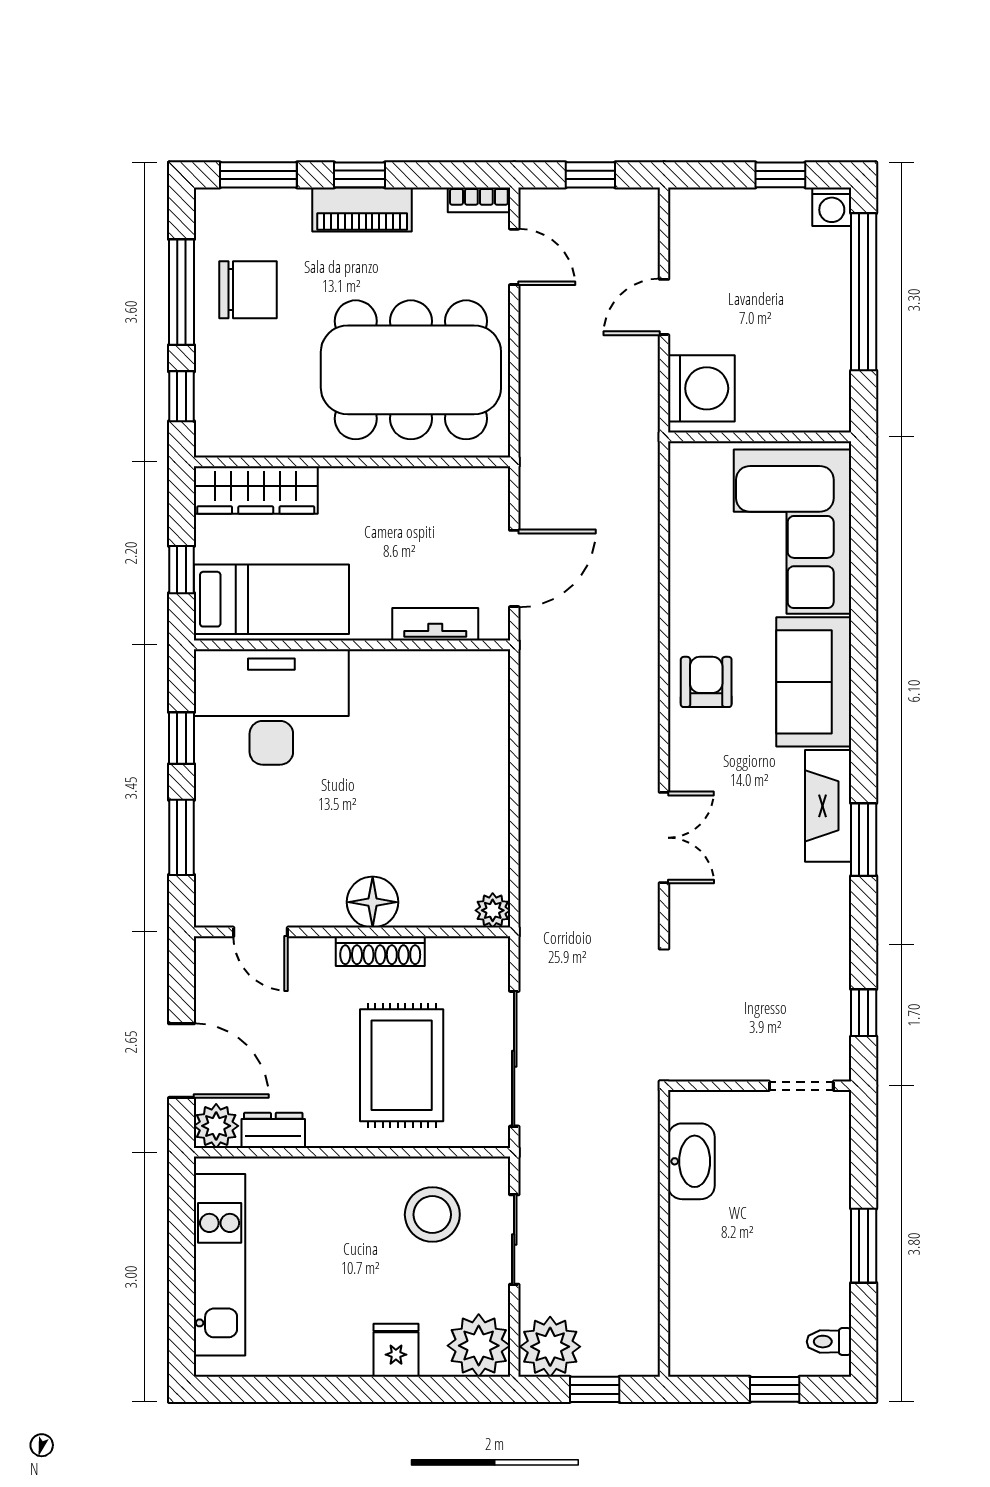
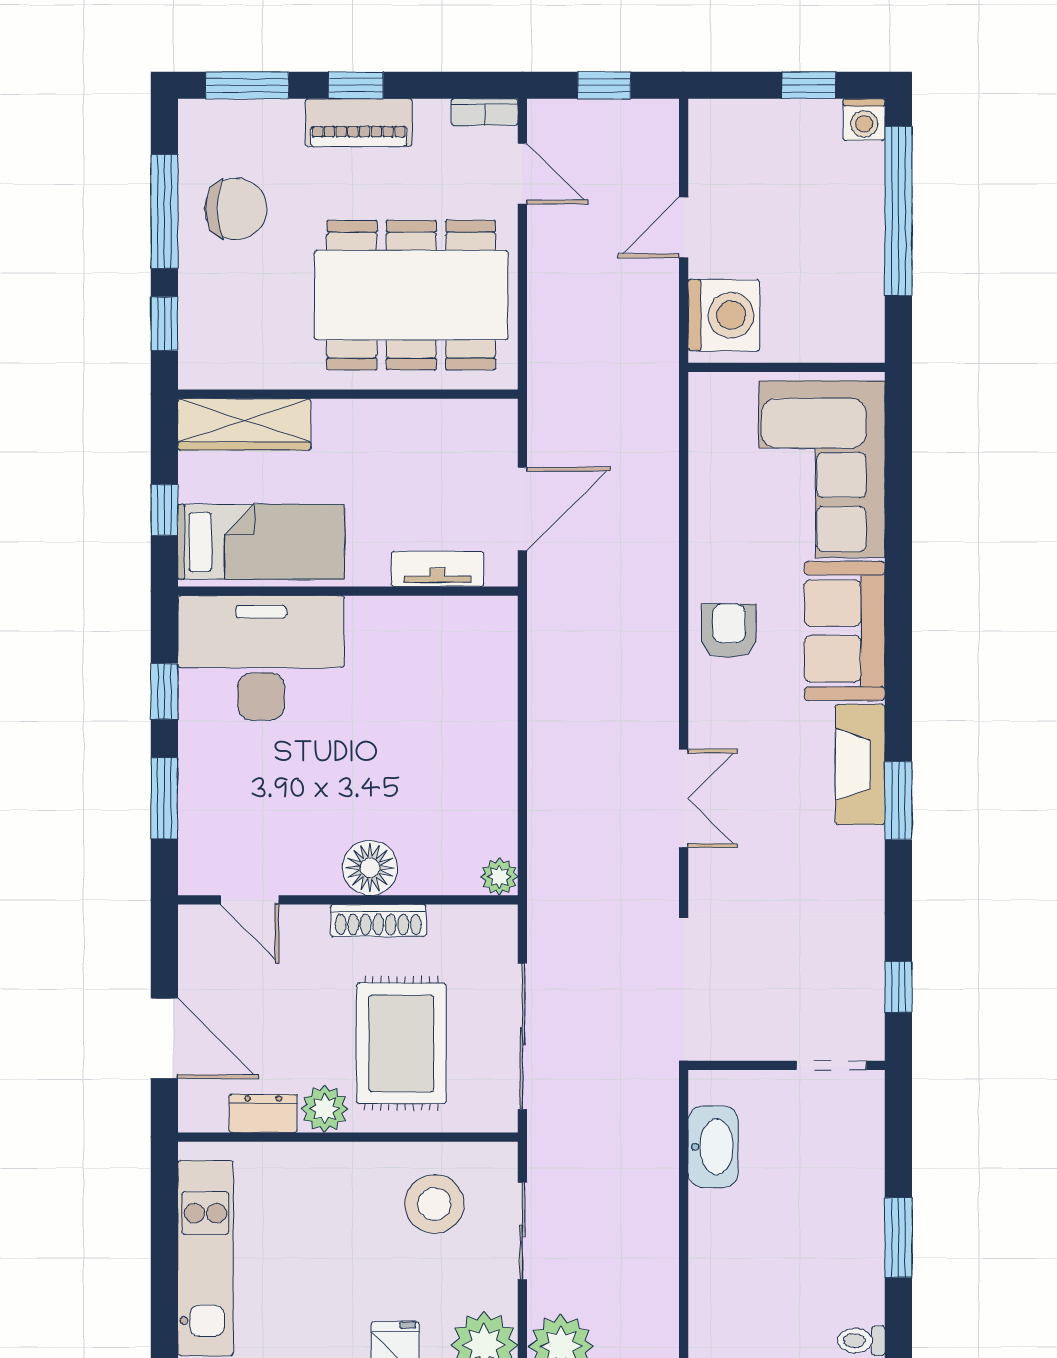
plant: (216, 1126) -> (325, 1109), moved

